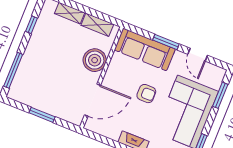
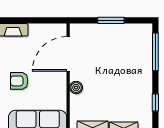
boiler: (95, 60) -> (76, 88), width x0.54, depth x0.54

